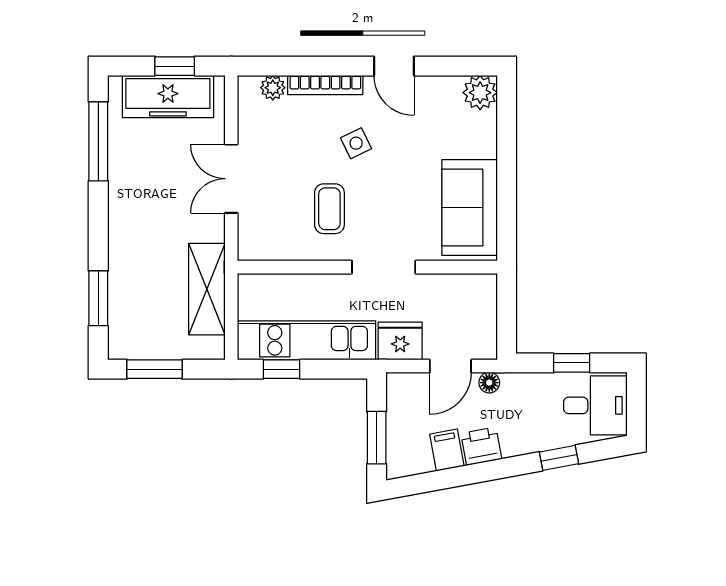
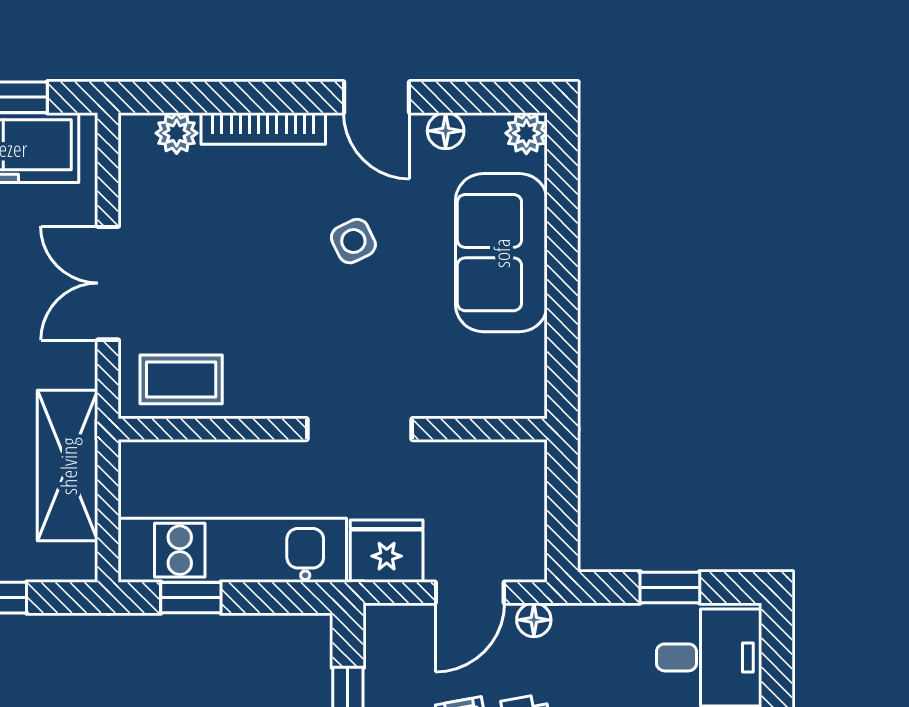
floor lamp: (436, 86) -> (446, 131), added
plant: (480, 93) -> (526, 133), width x0.73, depth x0.73
side table: (356, 143) -> (353, 241), moved
sofa: (470, 207) -> (501, 253), moved
coffee table: (329, 209) -> (181, 379), moved, turned 90

